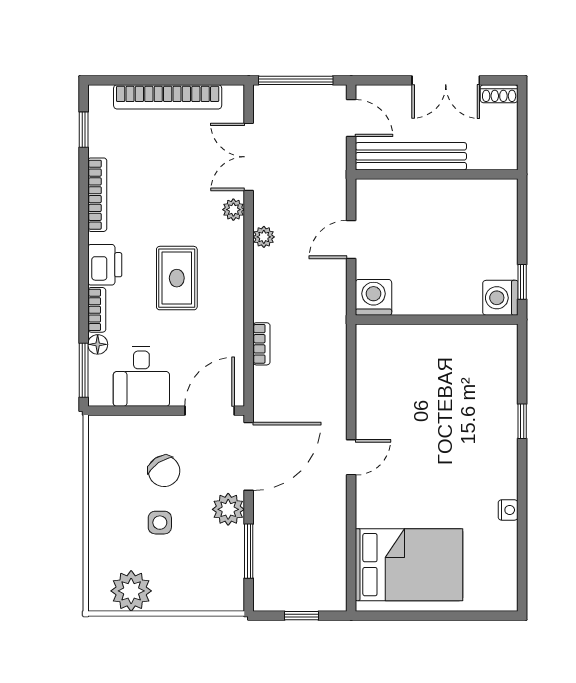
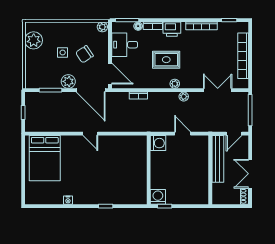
plant: (233, 210) -> (175, 84), moved
plant: (100, 429) -> (102, 27), added

